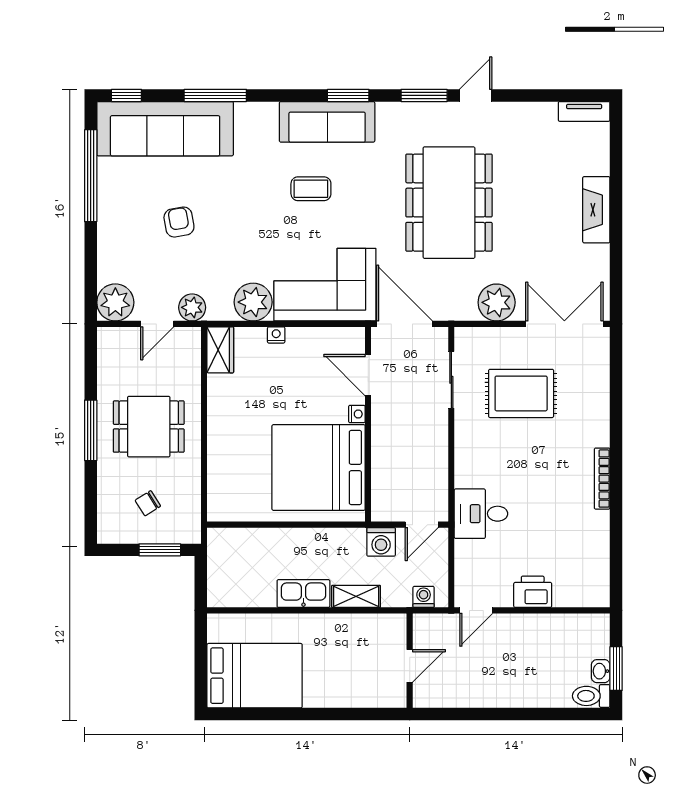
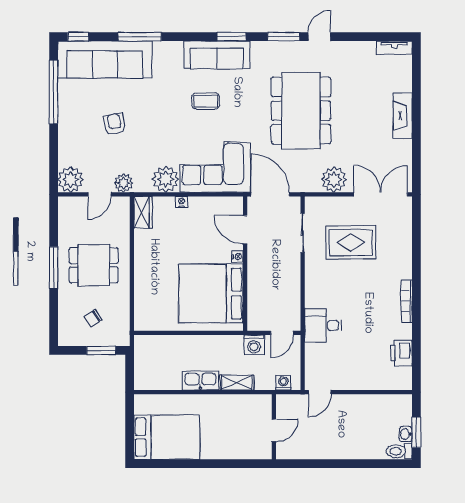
printer: (533, 592) -> (401, 353), moved, turned -90

